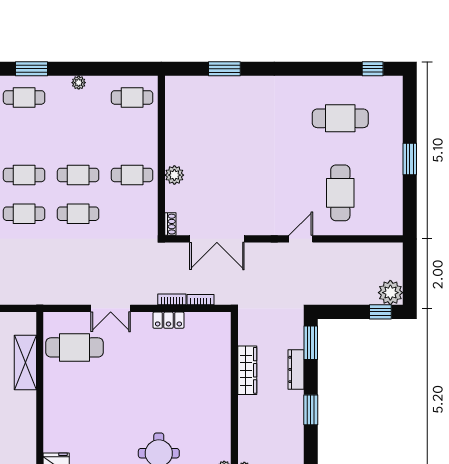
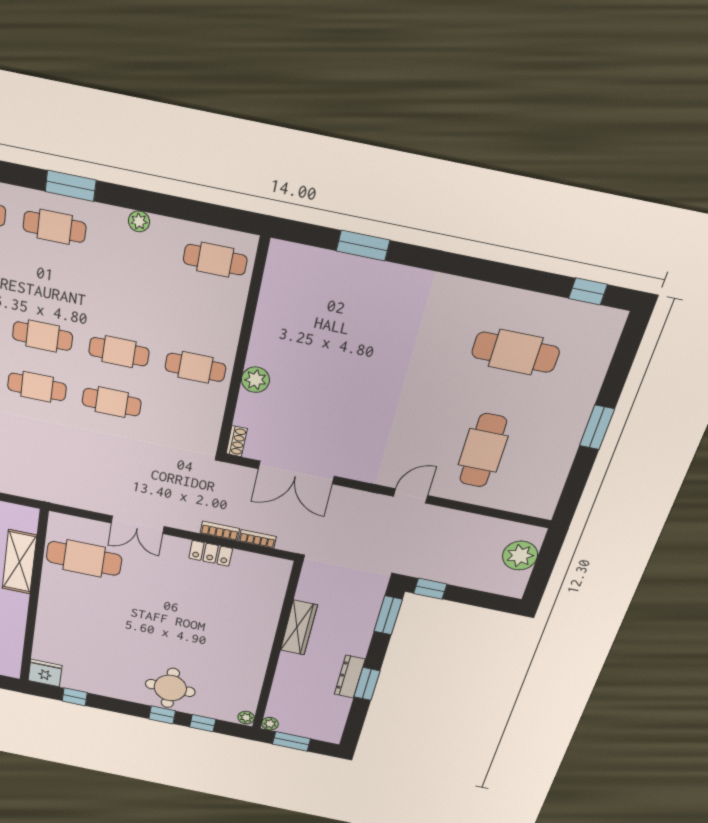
plant: (390, 293) -> (520, 556), moved
window: (380, 312) -> (430, 589), moved
dresser: (296, 369) -> (350, 677), moved

